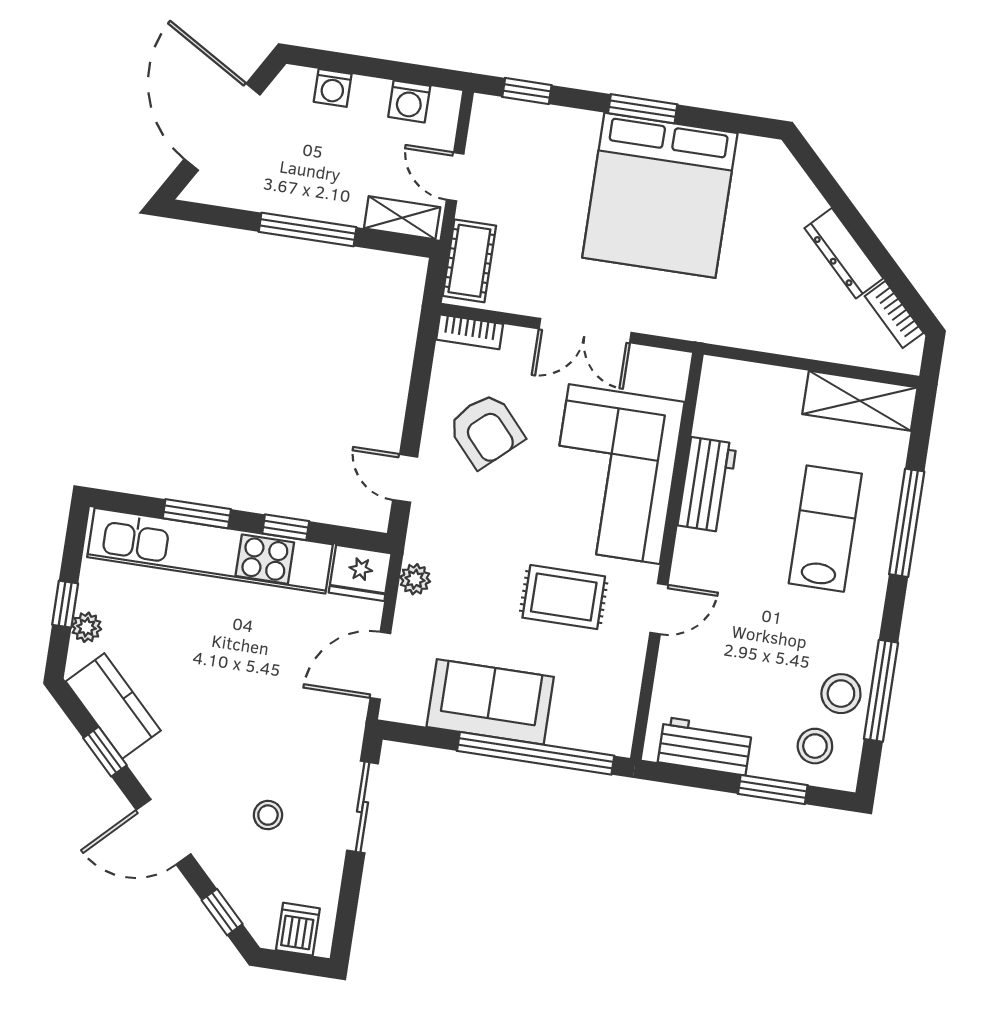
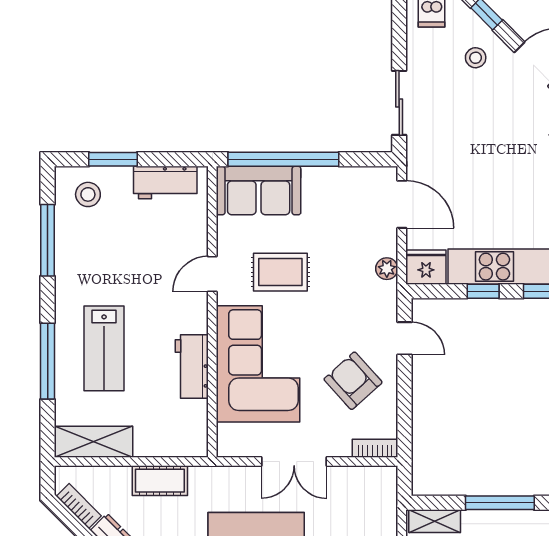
cot: (469, 261) -> (160, 481), moved, turned 90
double door: (585, 331) -> (294, 462), swing flipped
door: (380, 666) -> (402, 204), hinge flipped
stool: (841, 694) -> (75, 234), removed
sofa: (490, 702) -> (259, 191), moved
stool: (268, 815) -> (476, 58), moved

